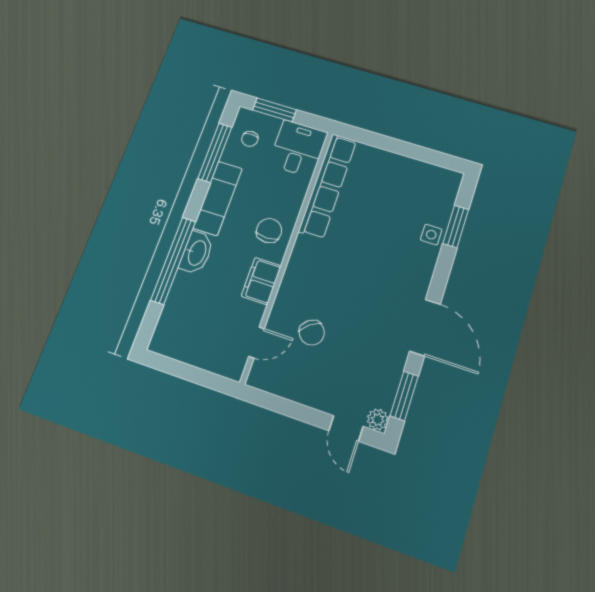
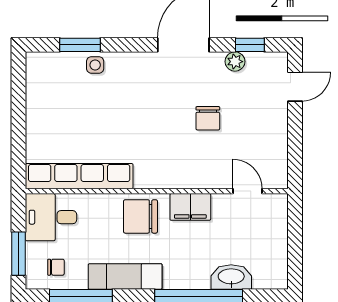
chair: (269, 231) -> (140, 216), width x1.37, depth x1.37
washbasin: (196, 253) -> (231, 277), moved
chair: (312, 333) -> (208, 118), moved, turned 128
window: (404, 396) -> (250, 45), width x0.67
plant: (378, 420) -> (235, 62), moved

